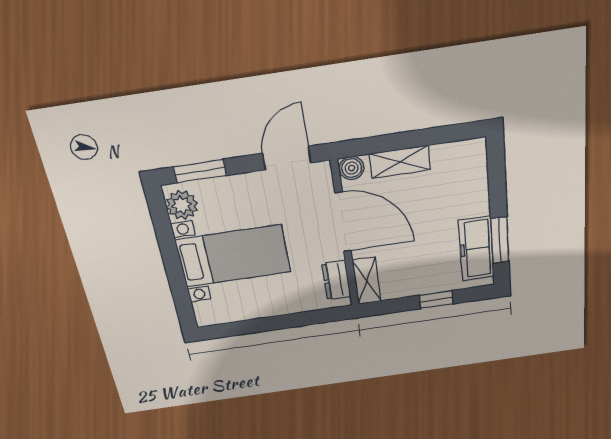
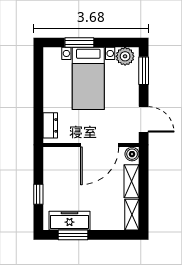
window: (176, 278) -> (79, 43), added
dresser: (336, 280) -> (50, 125), moved, turned 90
shelving: (367, 281) -> (132, 215), moved, turned 90

